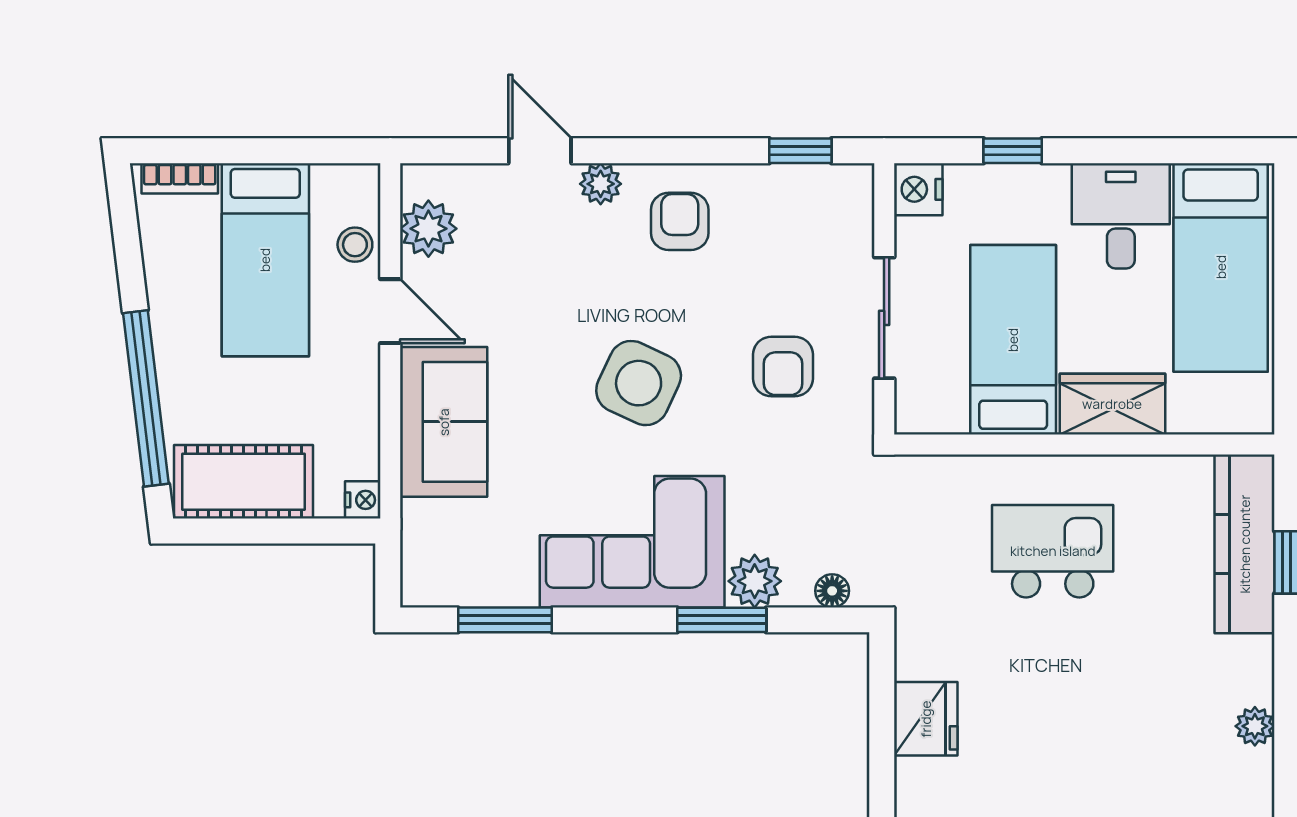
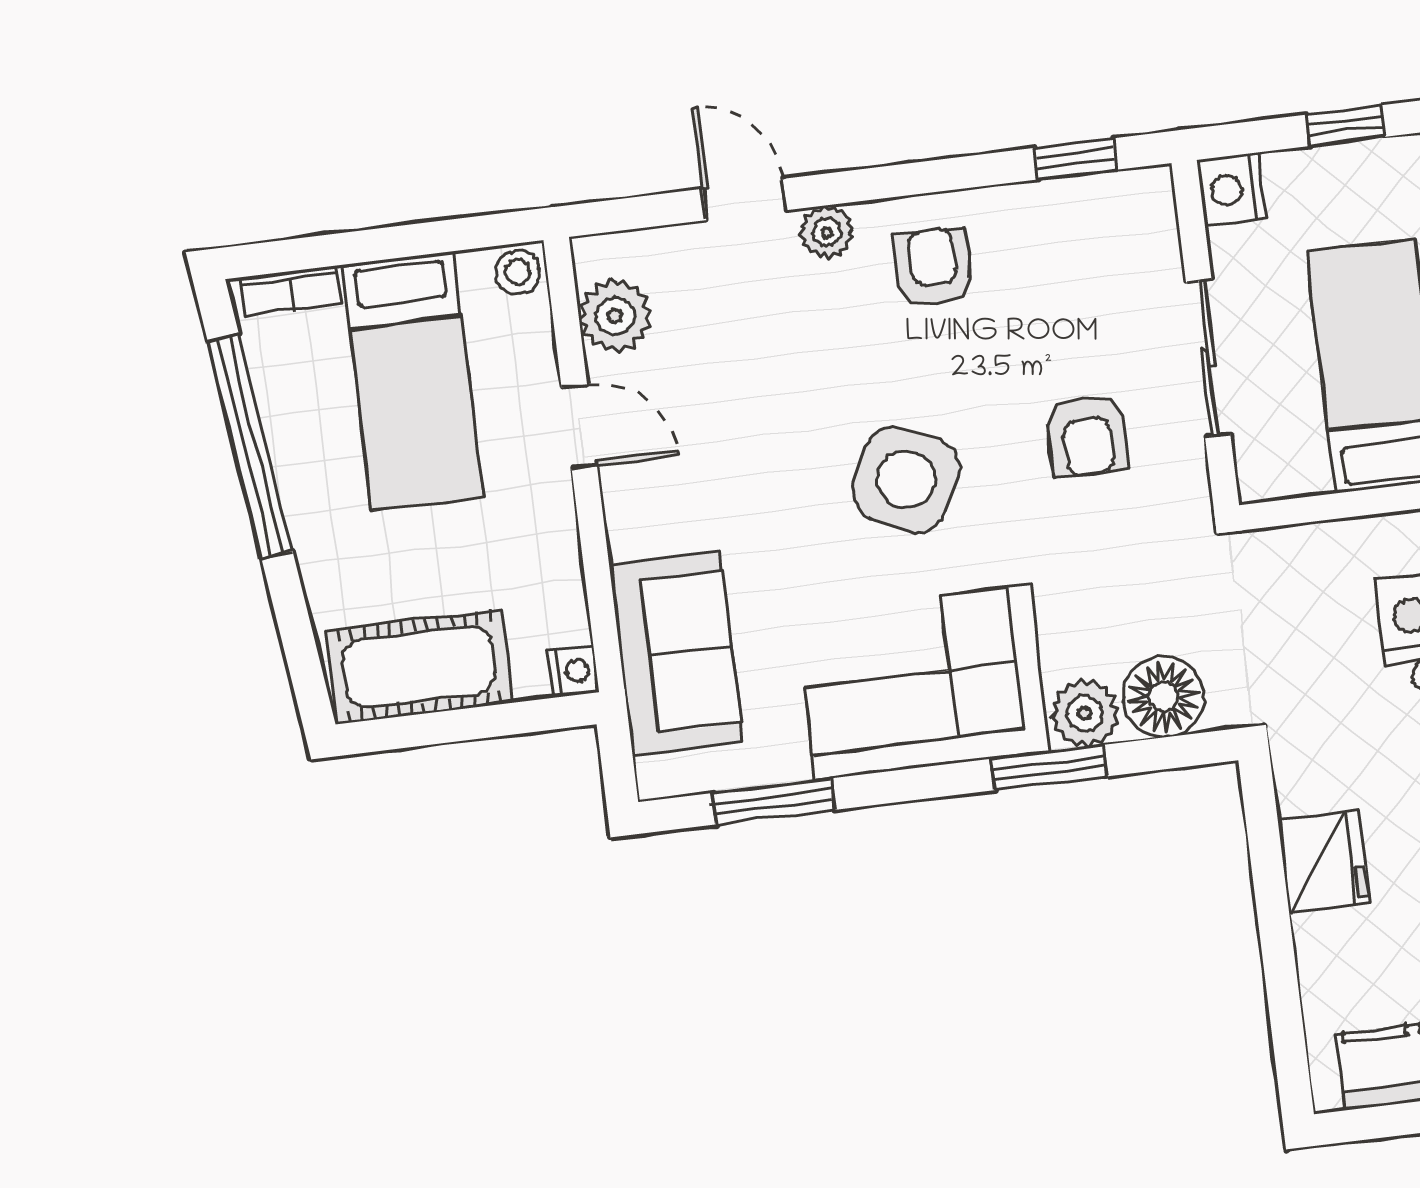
stool: (355, 245) -> (518, 272), moved
window: (146, 398) -> (250, 446), moved
sofa: (444, 422) -> (676, 653), moved
floor lamp: (832, 591) -> (1163, 697), width x1.89, depth x1.89

